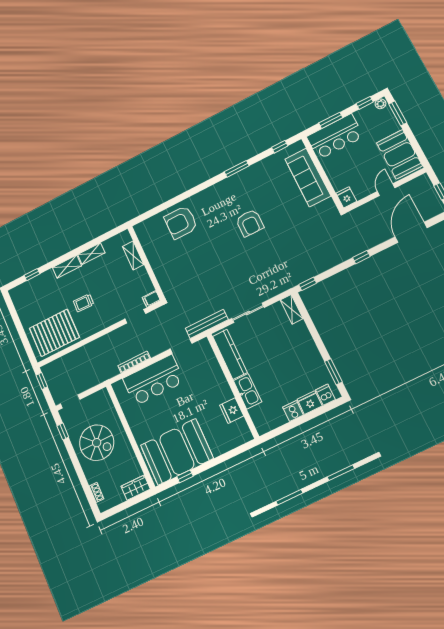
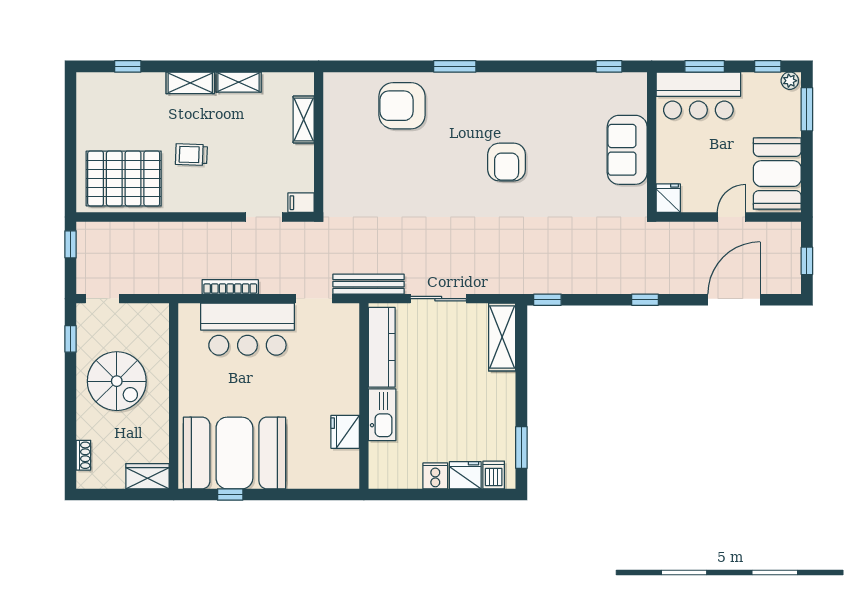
window: (237, 169) -> (455, 66), moved
sofa: (308, 177) -> (627, 150), width x0.73
shelving: (292, 309) -> (502, 337), width x1.50, depth x1.33

